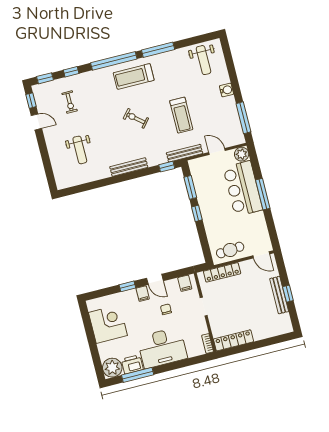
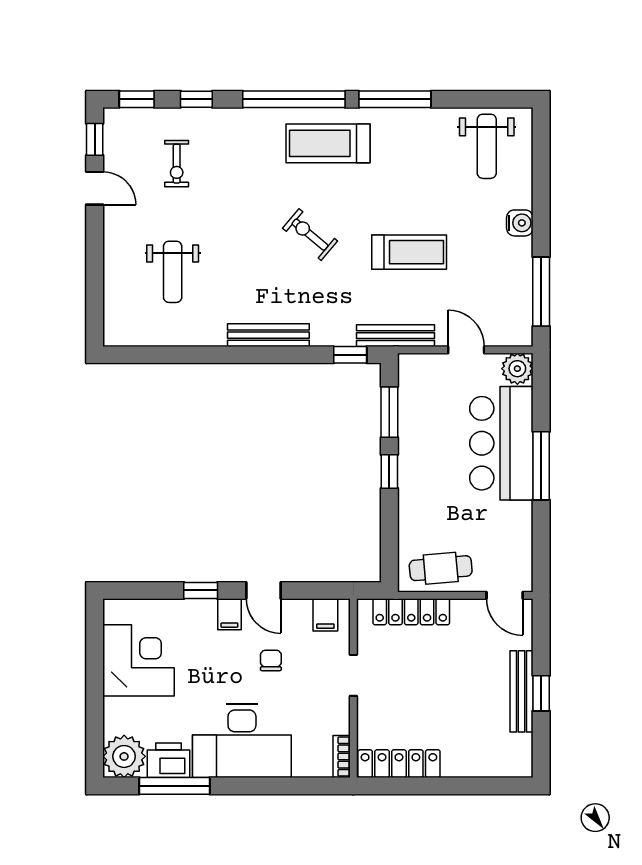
treadmill: (181, 115) -> (409, 252), turned -90

